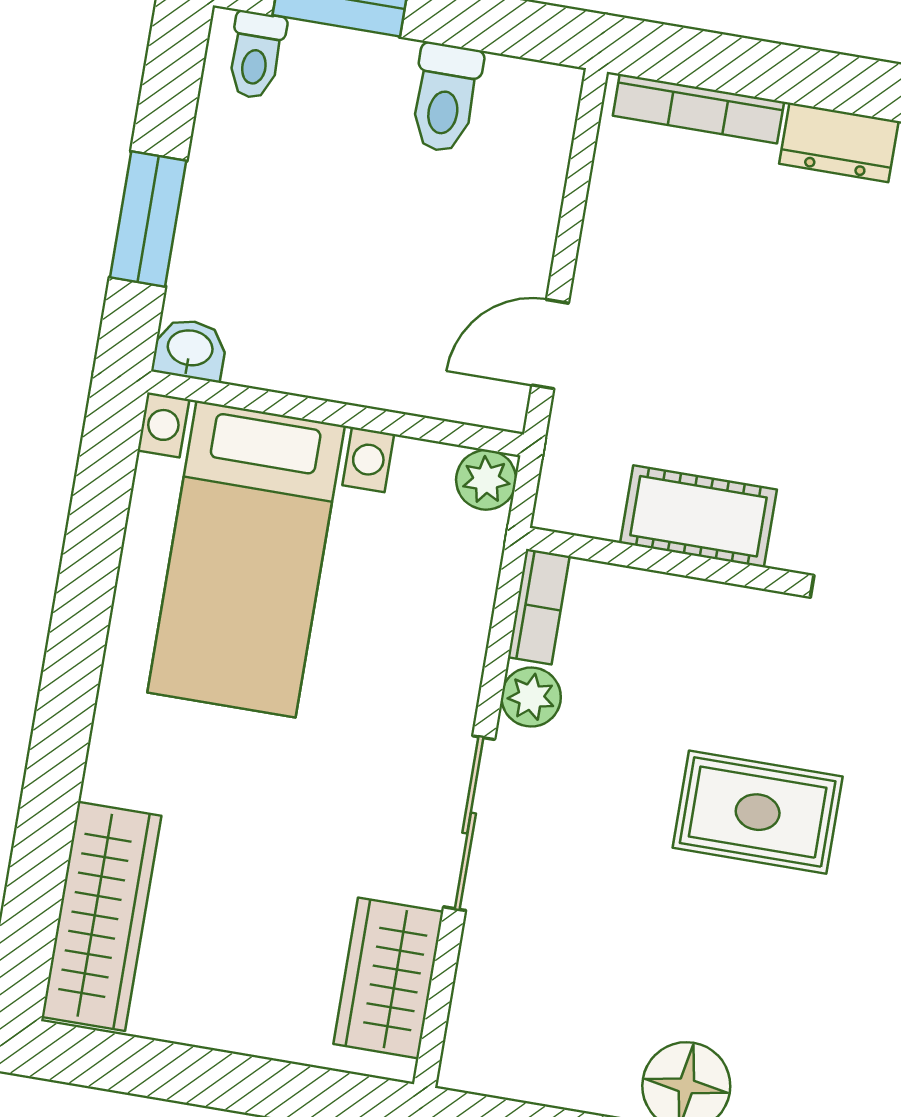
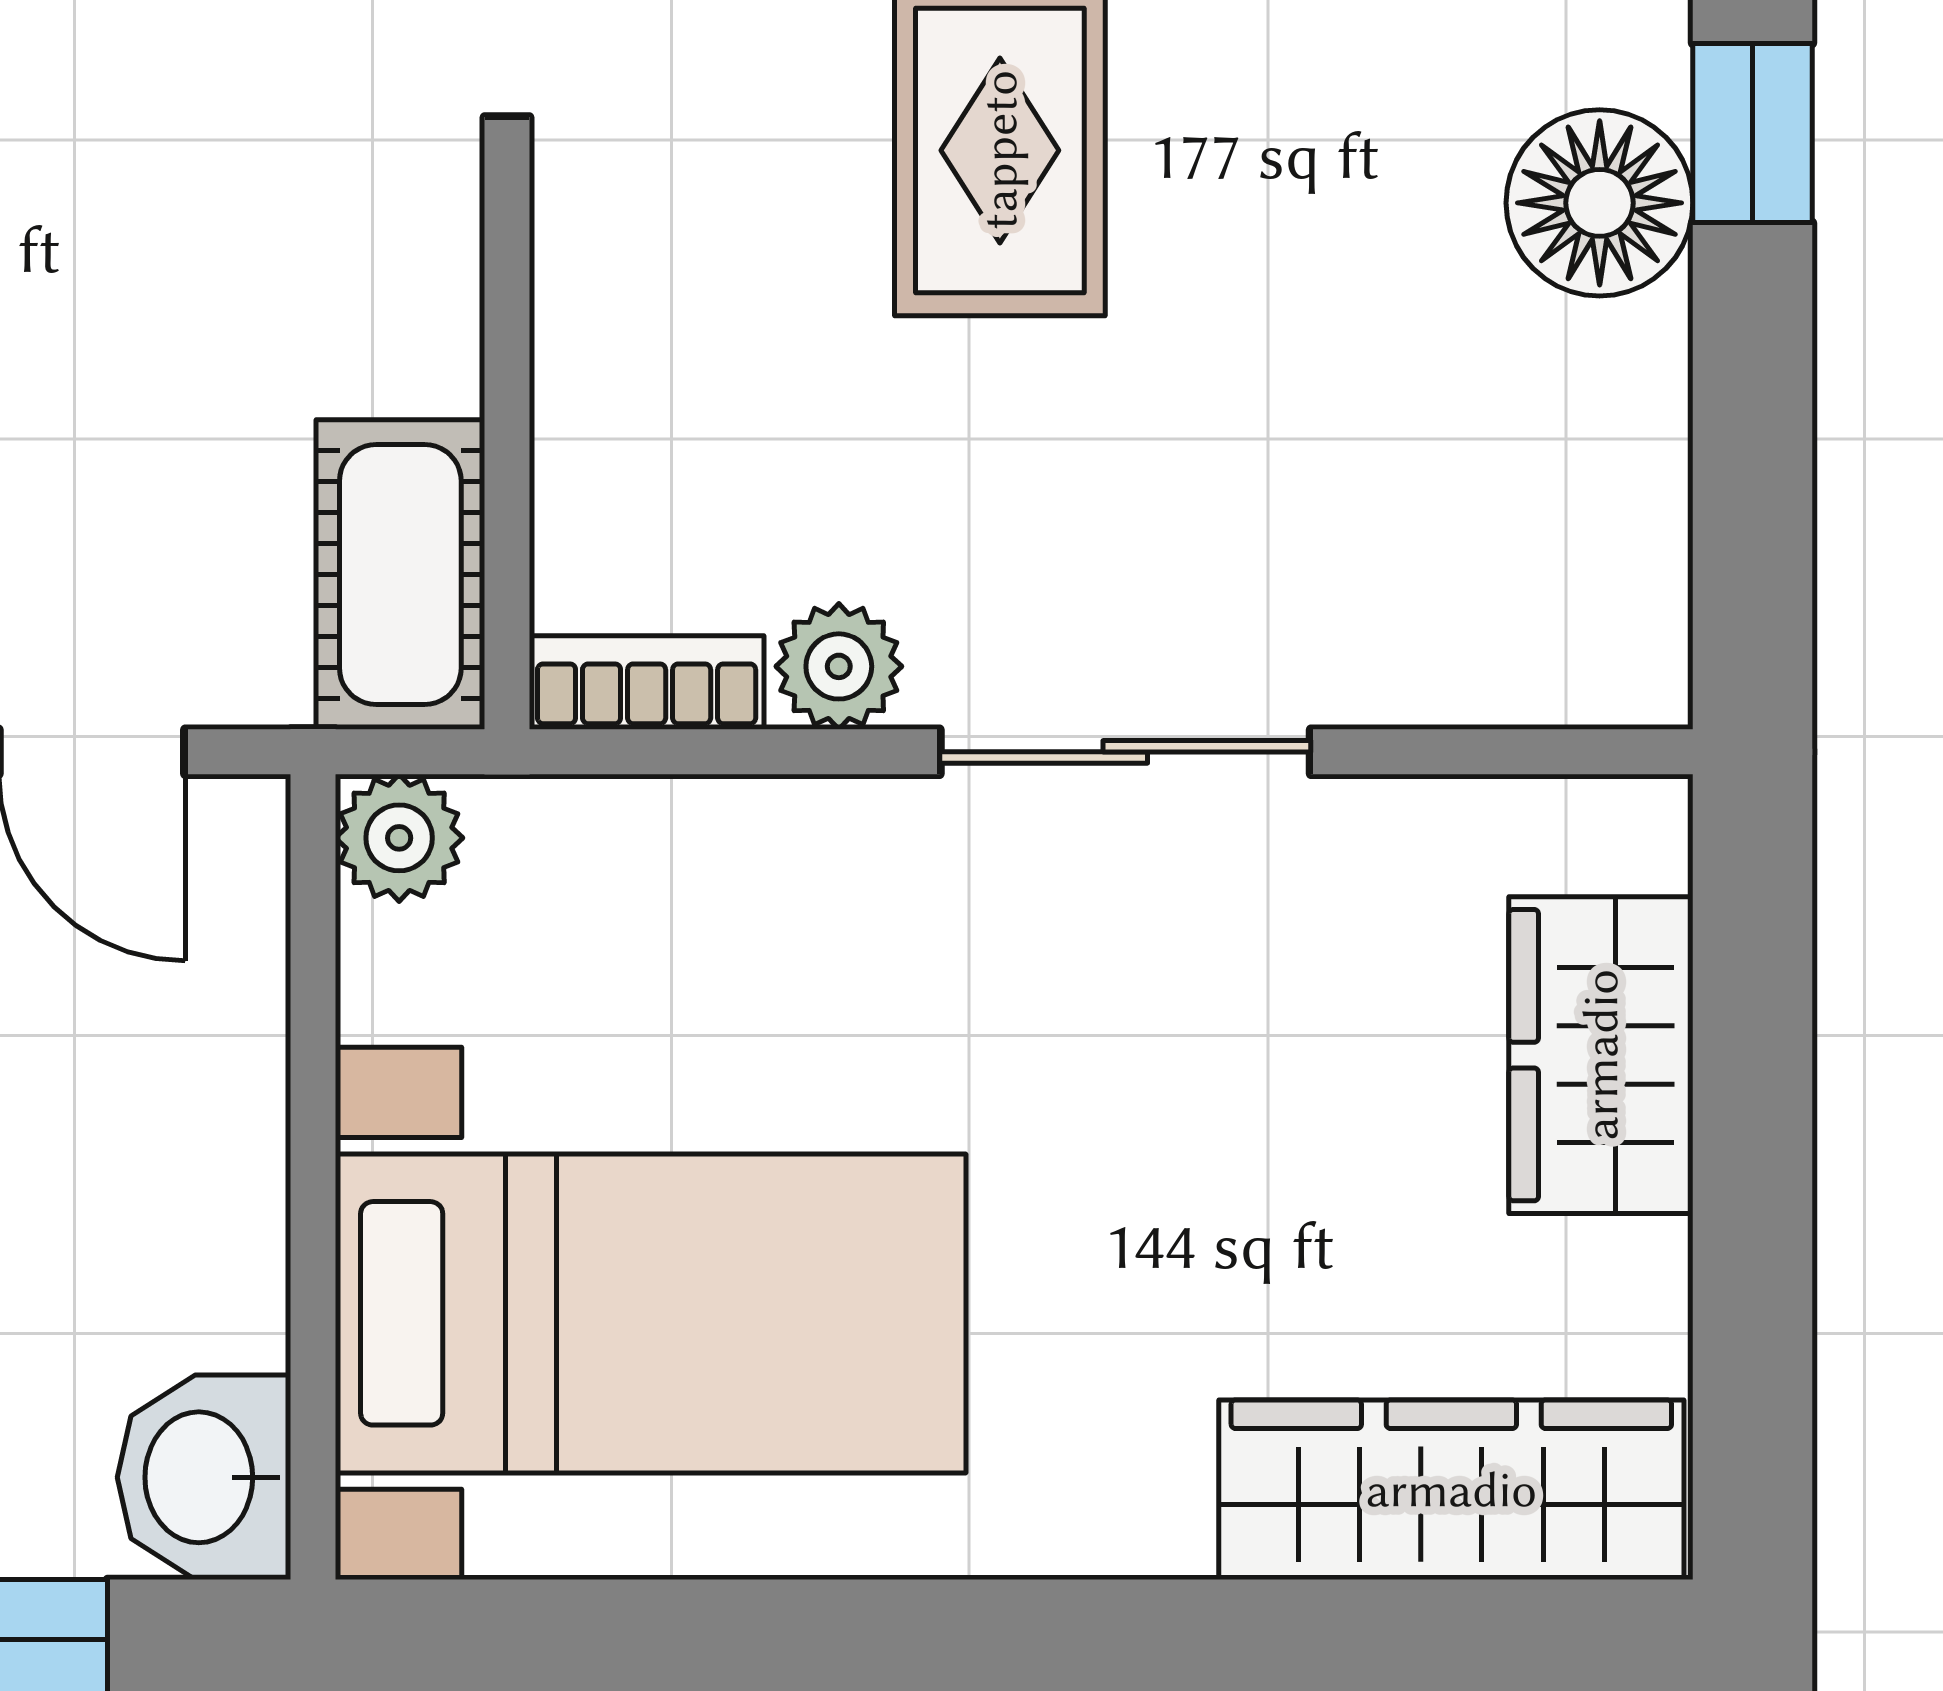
washbasin: (190, 349) -> (204, 1477), width x1.38, depth x1.45
cot: (698, 516) -> (400, 575), moved
wardrobe: (388, 978) -> (1601, 1055), moved, turned 90

